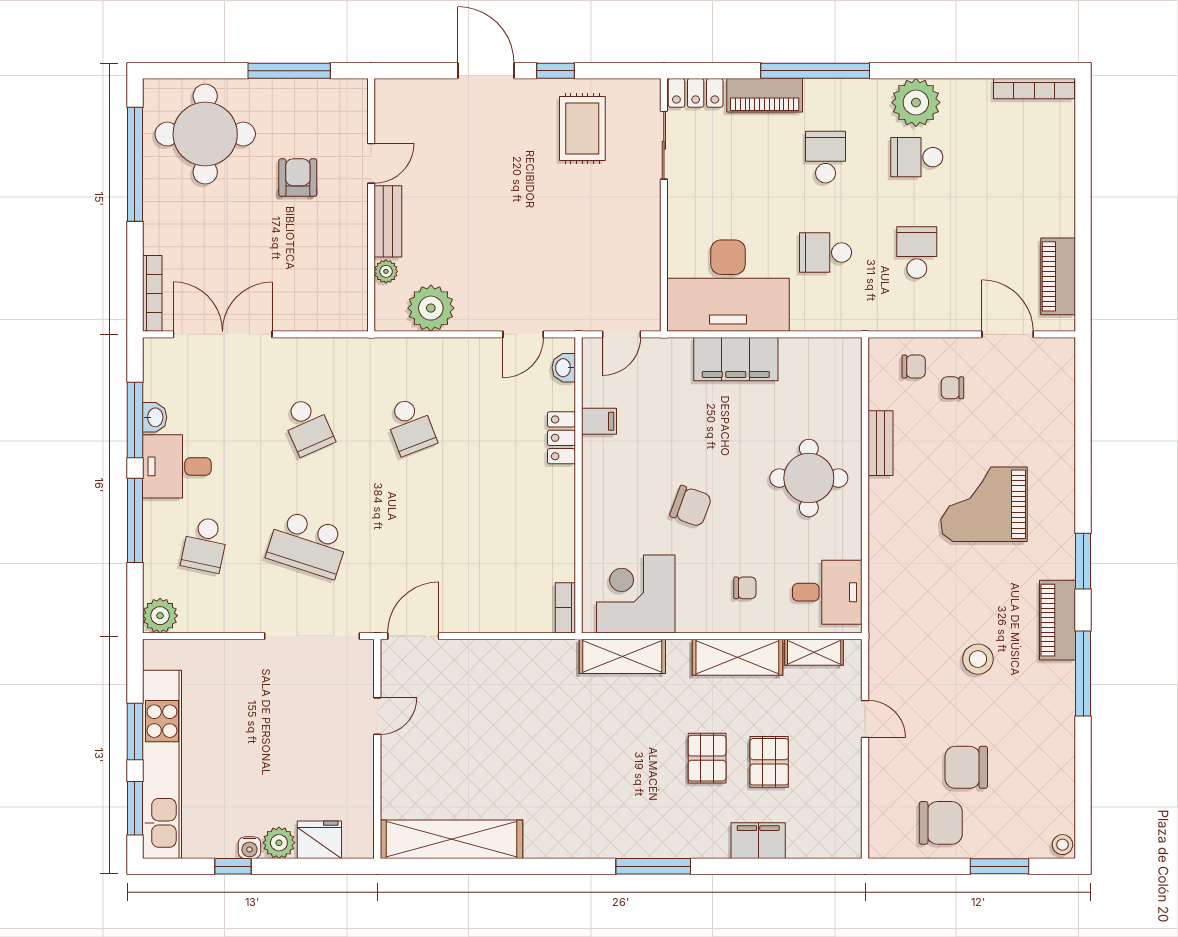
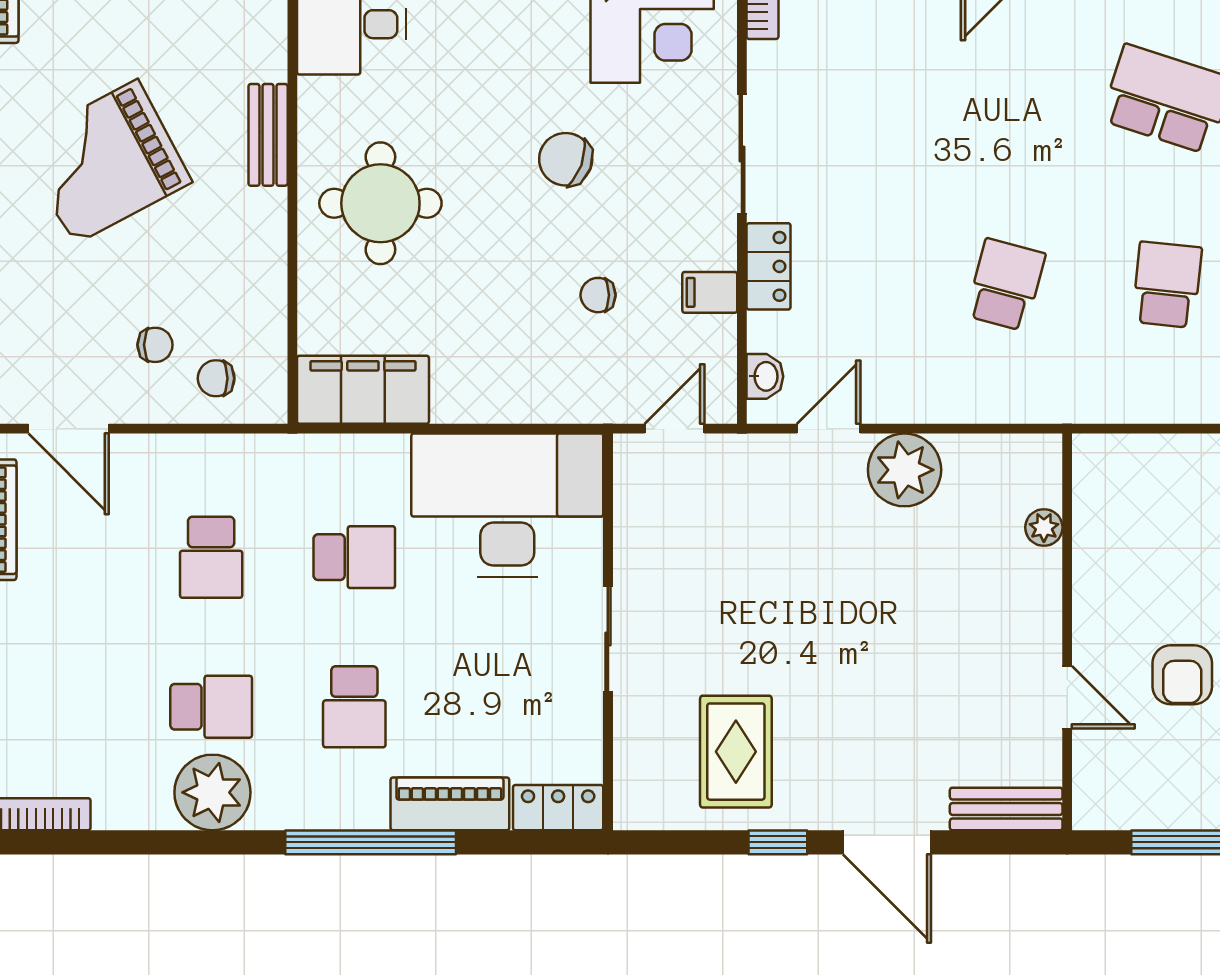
sliding door: (664, 145) -> (608, 639), moved
door: (371, 163) -> (1067, 697), swing flipped
bench: (388, 221) -> (1006, 809), moved, turned 90
plant: (431, 308) -> (905, 470), moved
filing cabinet: (736, 359) -> (363, 390), moved
school desk: (308, 426) -> (1167, 285), turned 30
school desk: (410, 426) -> (1006, 285), turned 36
bench: (880, 443) -> (268, 135), moved
grand piano: (984, 504) -> (106, 162), turned 152
sliding door: (578, 509) -> (742, 154), added
chair: (745, 588) -> (598, 295), moved

